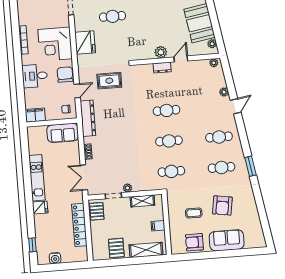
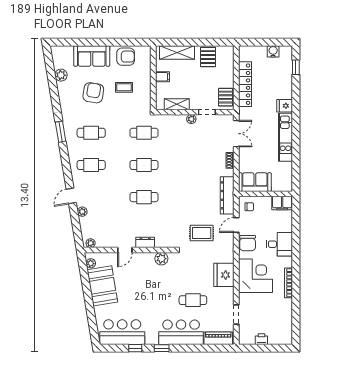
plant: (161, 52) -> (161, 259), moved
plant: (254, 220) -> (61, 75), added

